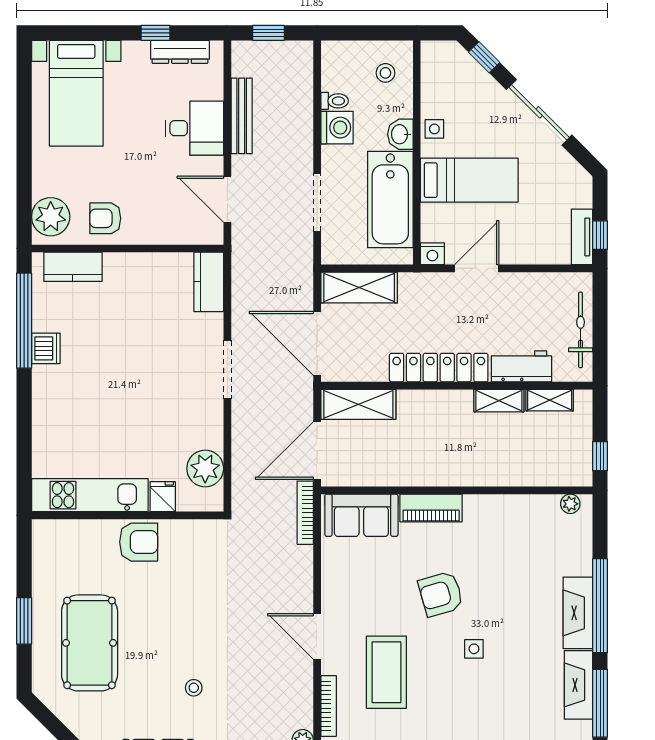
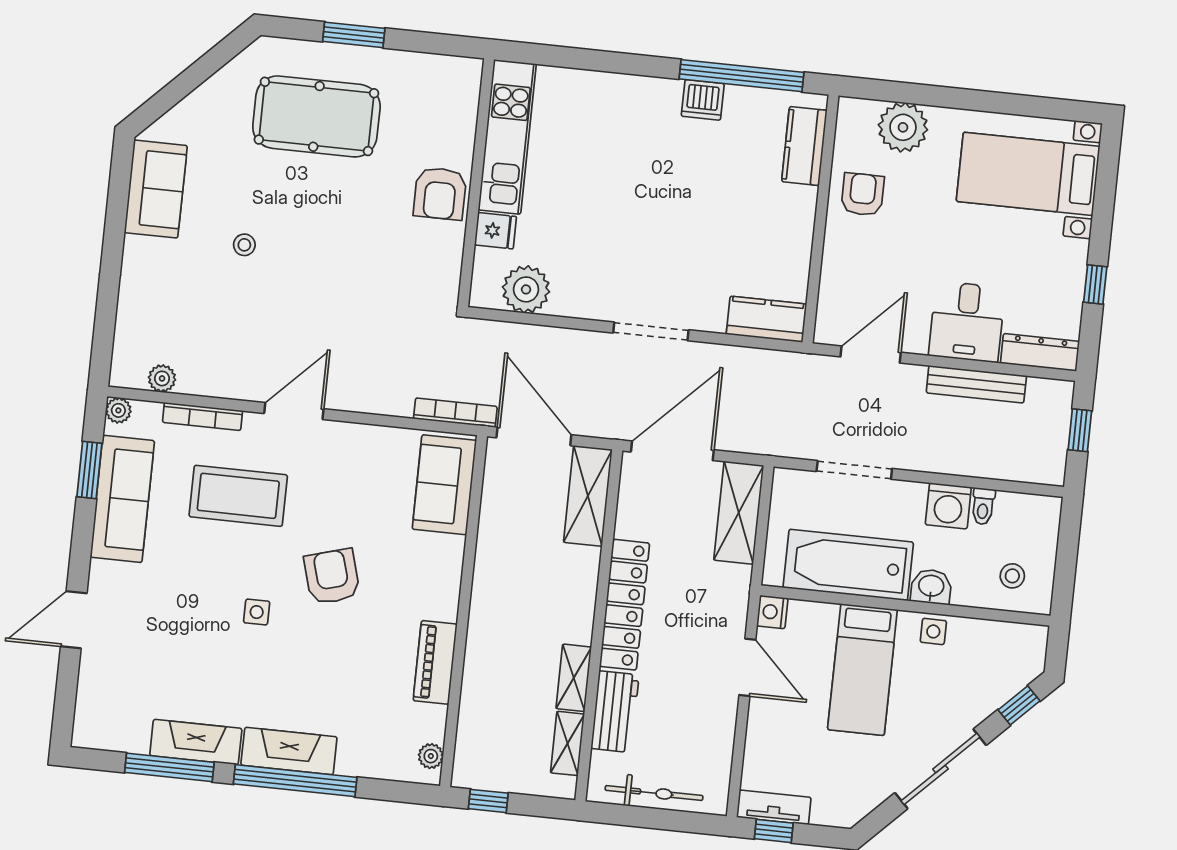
dresser: (180, 52) -> (1040, 352), moved, turned 90
plant: (51, 217) -> (903, 127), moved
piano: (431, 508) -> (435, 662), moved

